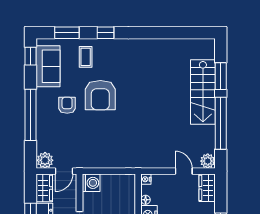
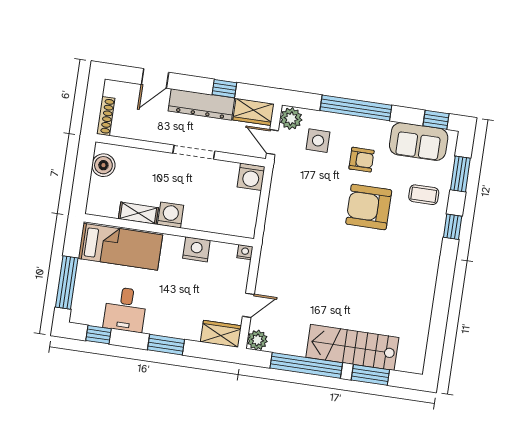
side table: (58, 139) -> (318, 141), added
floor lamp: (146, 200) -> (217, 248), removed

